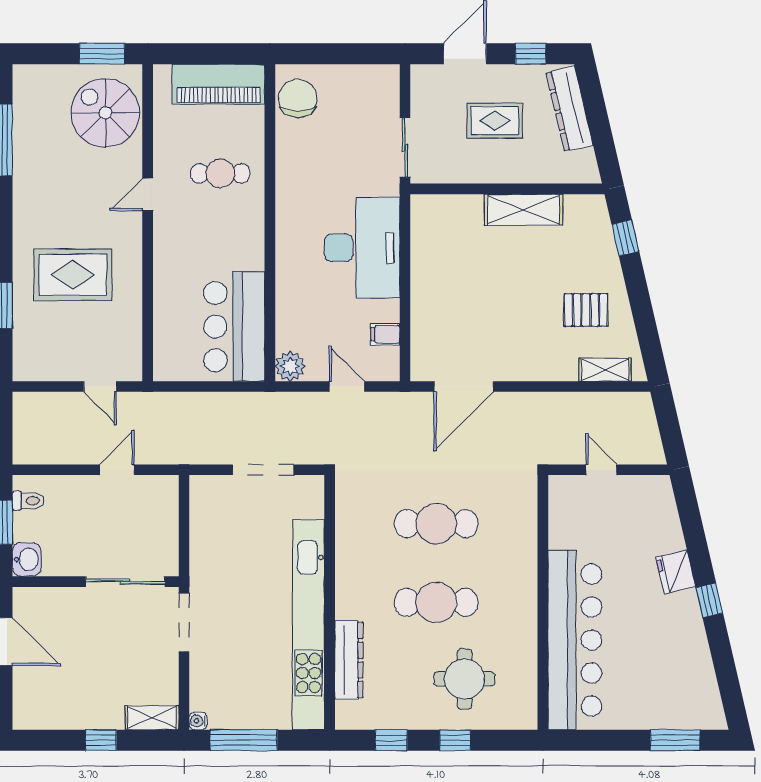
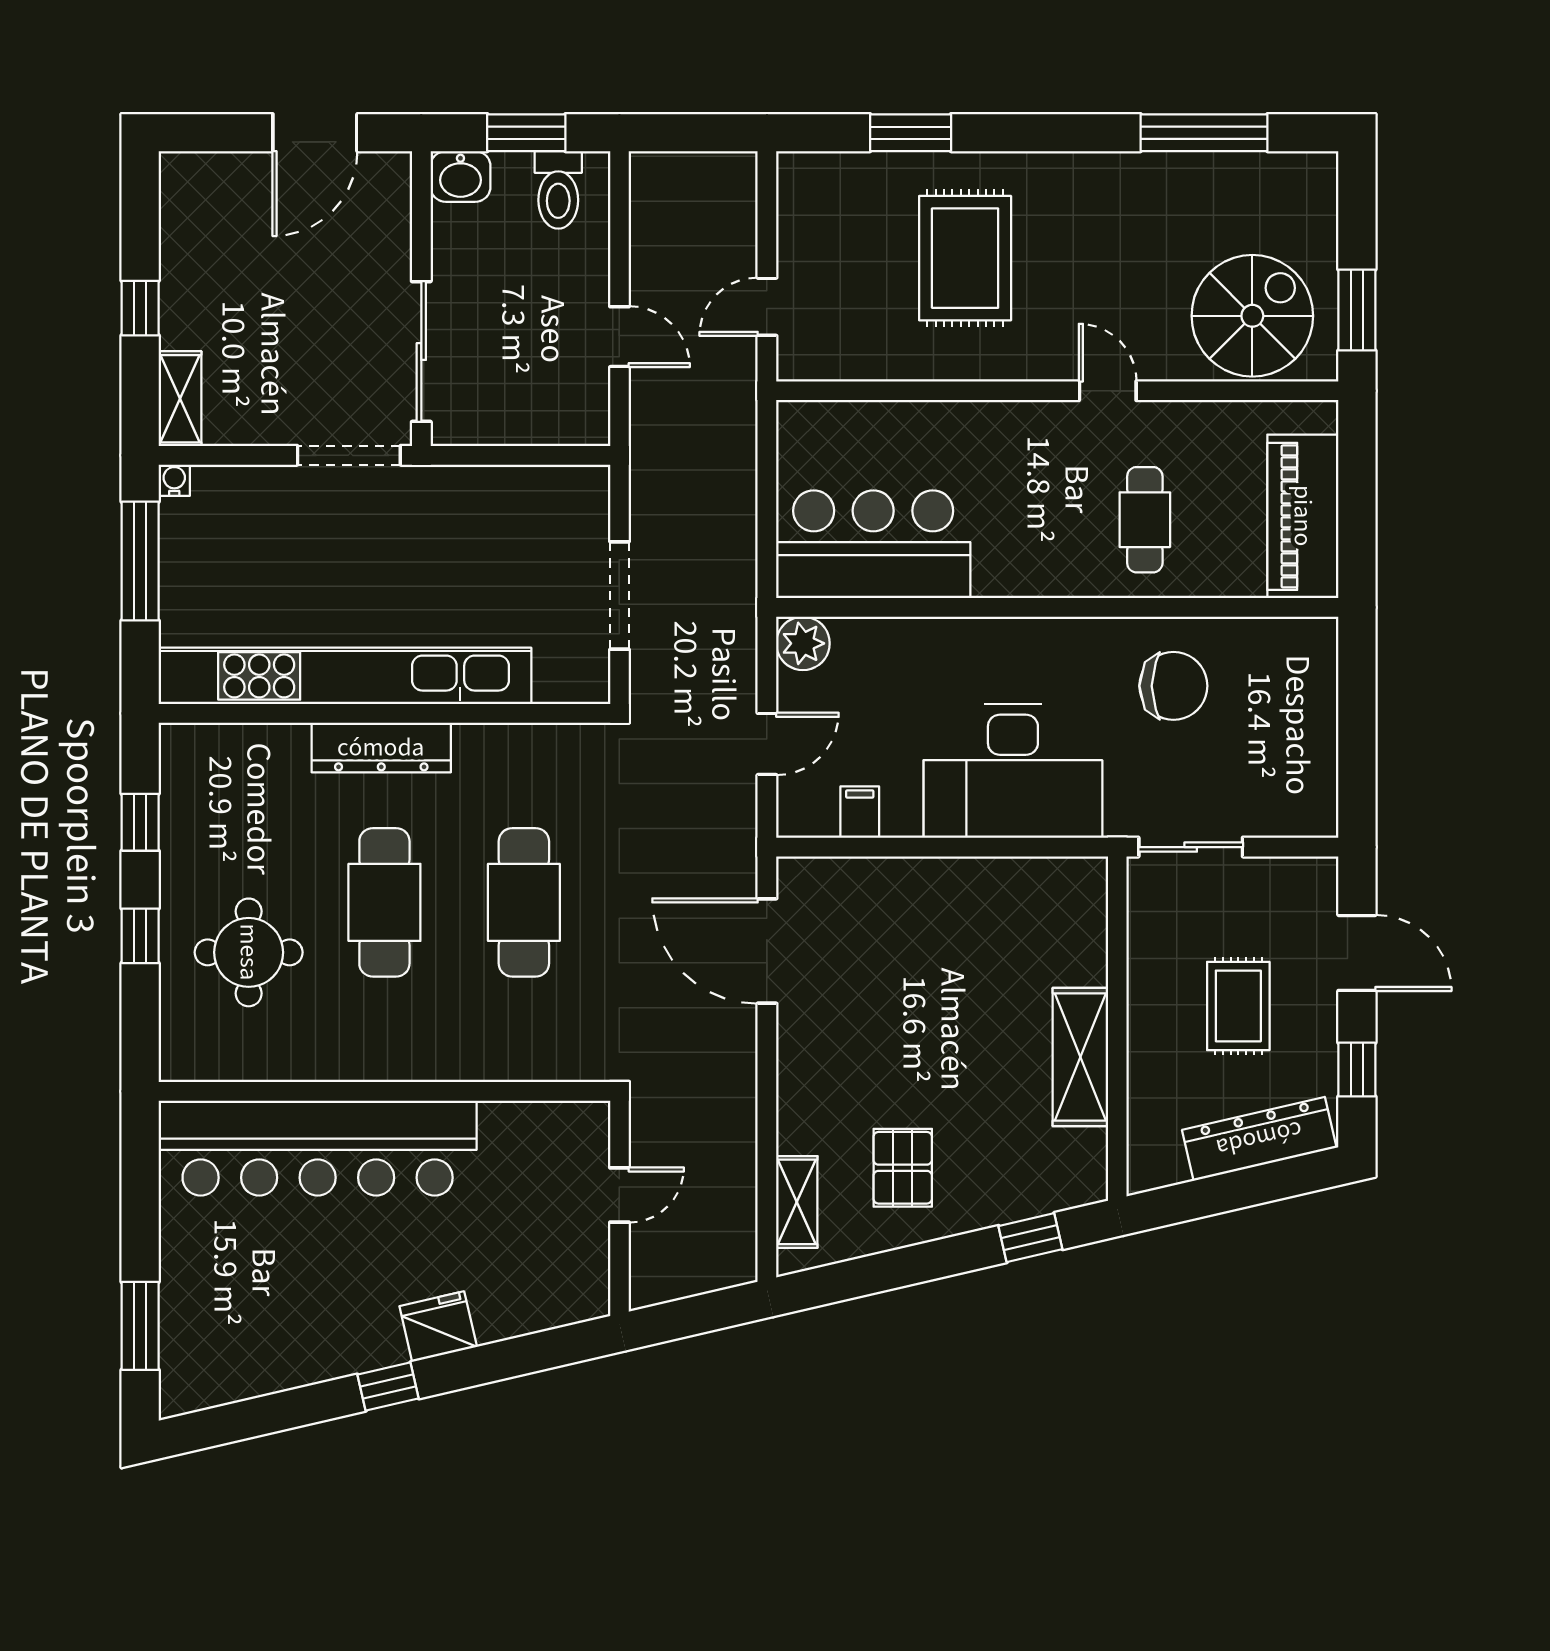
chair: (298, 99) -> (1173, 686), moved
toilet: (28, 501) -> (558, 190), width x1.37, depth x1.39
dresser: (349, 660) -> (381, 747), moved

